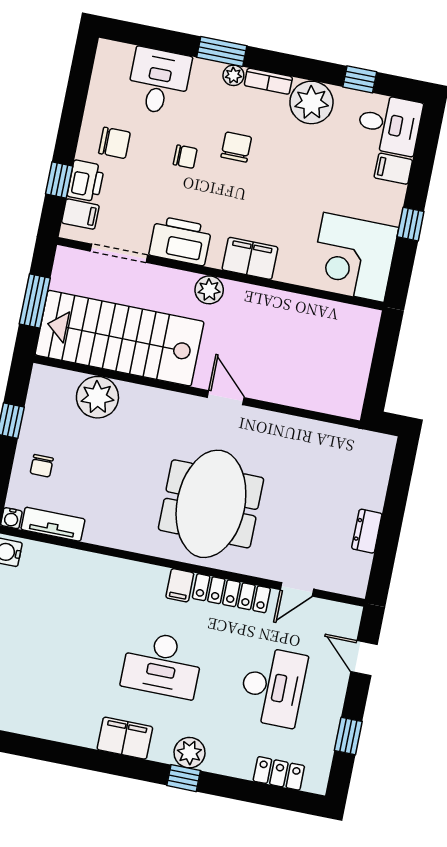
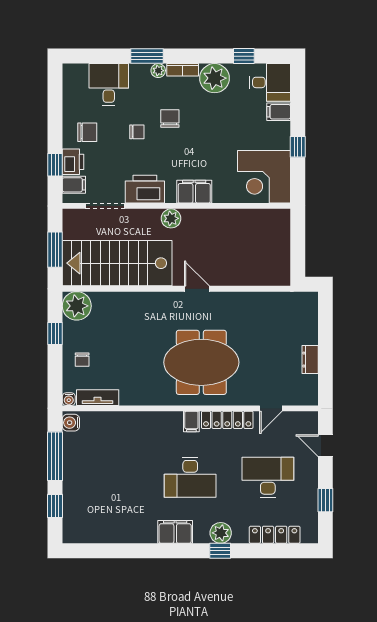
plant: (97, 397) -> (77, 306), moved
meeting table: (211, 504) -> (201, 362), turned 90
desk: (273, 687) -> (268, 477), turned -90
locker: (279, 773) -> (275, 535), width x1.53

